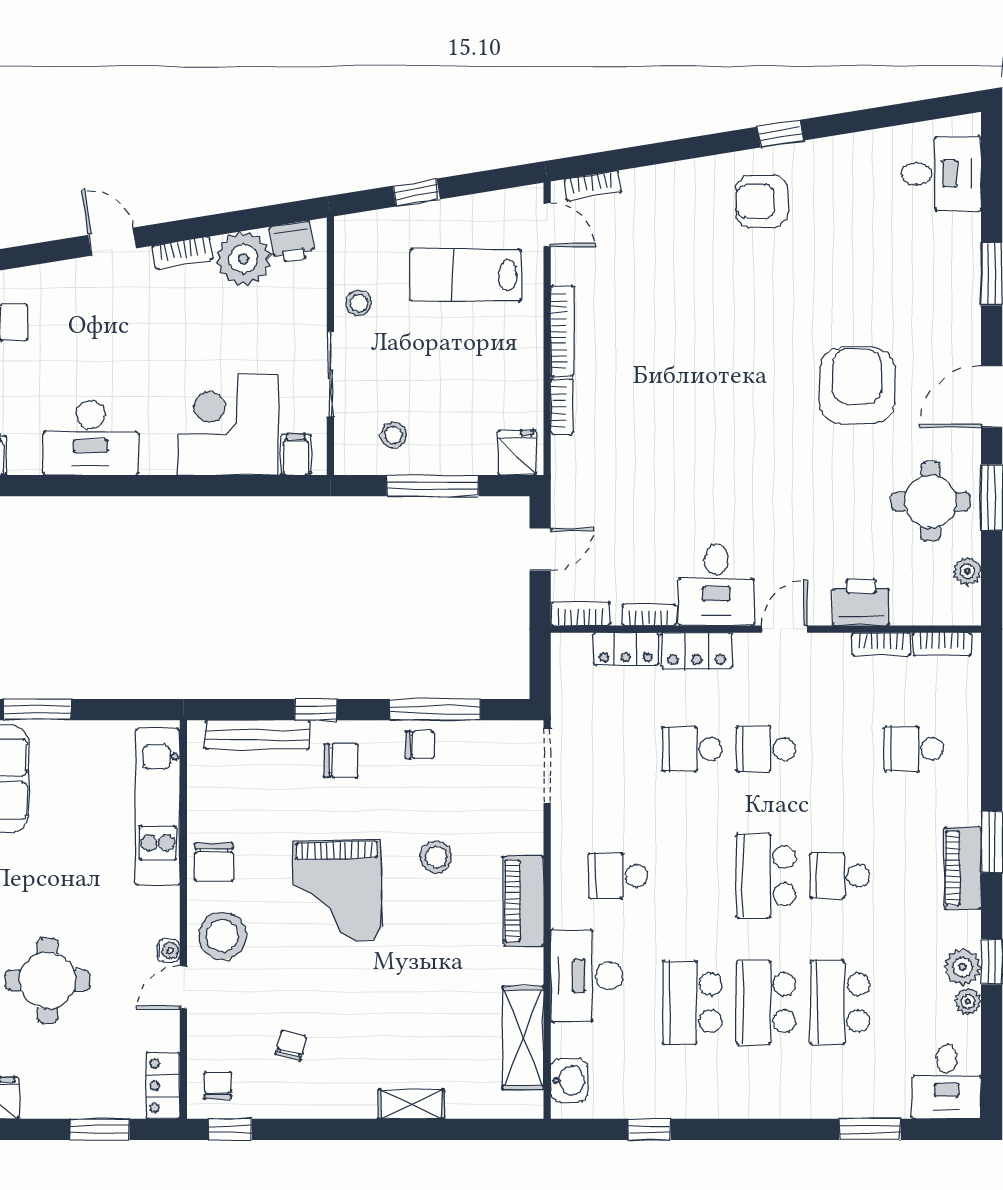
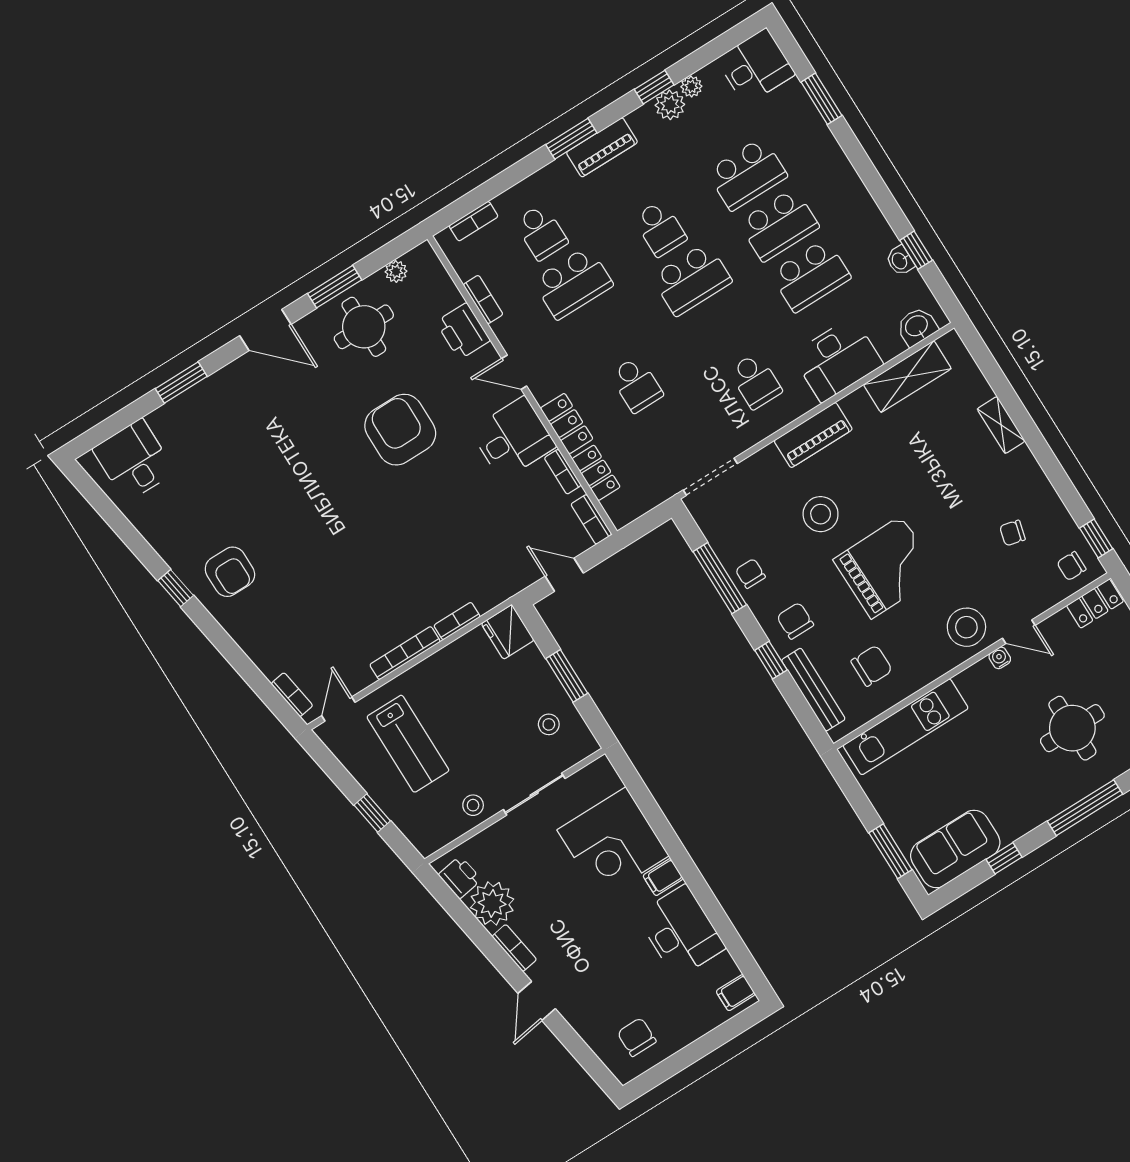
armchair: (857, 386) -> (400, 430), moved, turned 90
fridge: (517, 453) -> (508, 632), width x1.38
filing cabinet: (296, 455) -> (663, 877), moved
window: (433, 486) -> (567, 676), width x0.69
bookcase: (942, 644) -> (474, 221), moved, turned 90
school desk: (766, 749) -> (573, 283), moved, width x1.85
stool: (436, 857) -> (821, 514), width x1.38, depth x1.38
chair: (214, 862) -> (872, 666), moved
washbasin: (649, 1106) -> (900, 261), added

